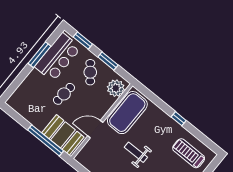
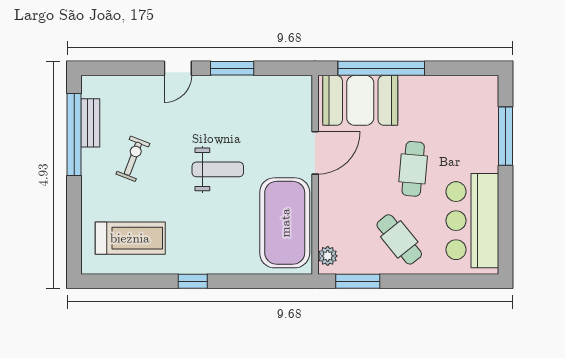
window: (83, 41) -> (454, 281), removed
window: (40, 55) -> (505, 136), moved
window: (108, 61) -> (358, 281), moved
plant: (116, 88) -> (328, 256), width x0.53, depth x0.53

